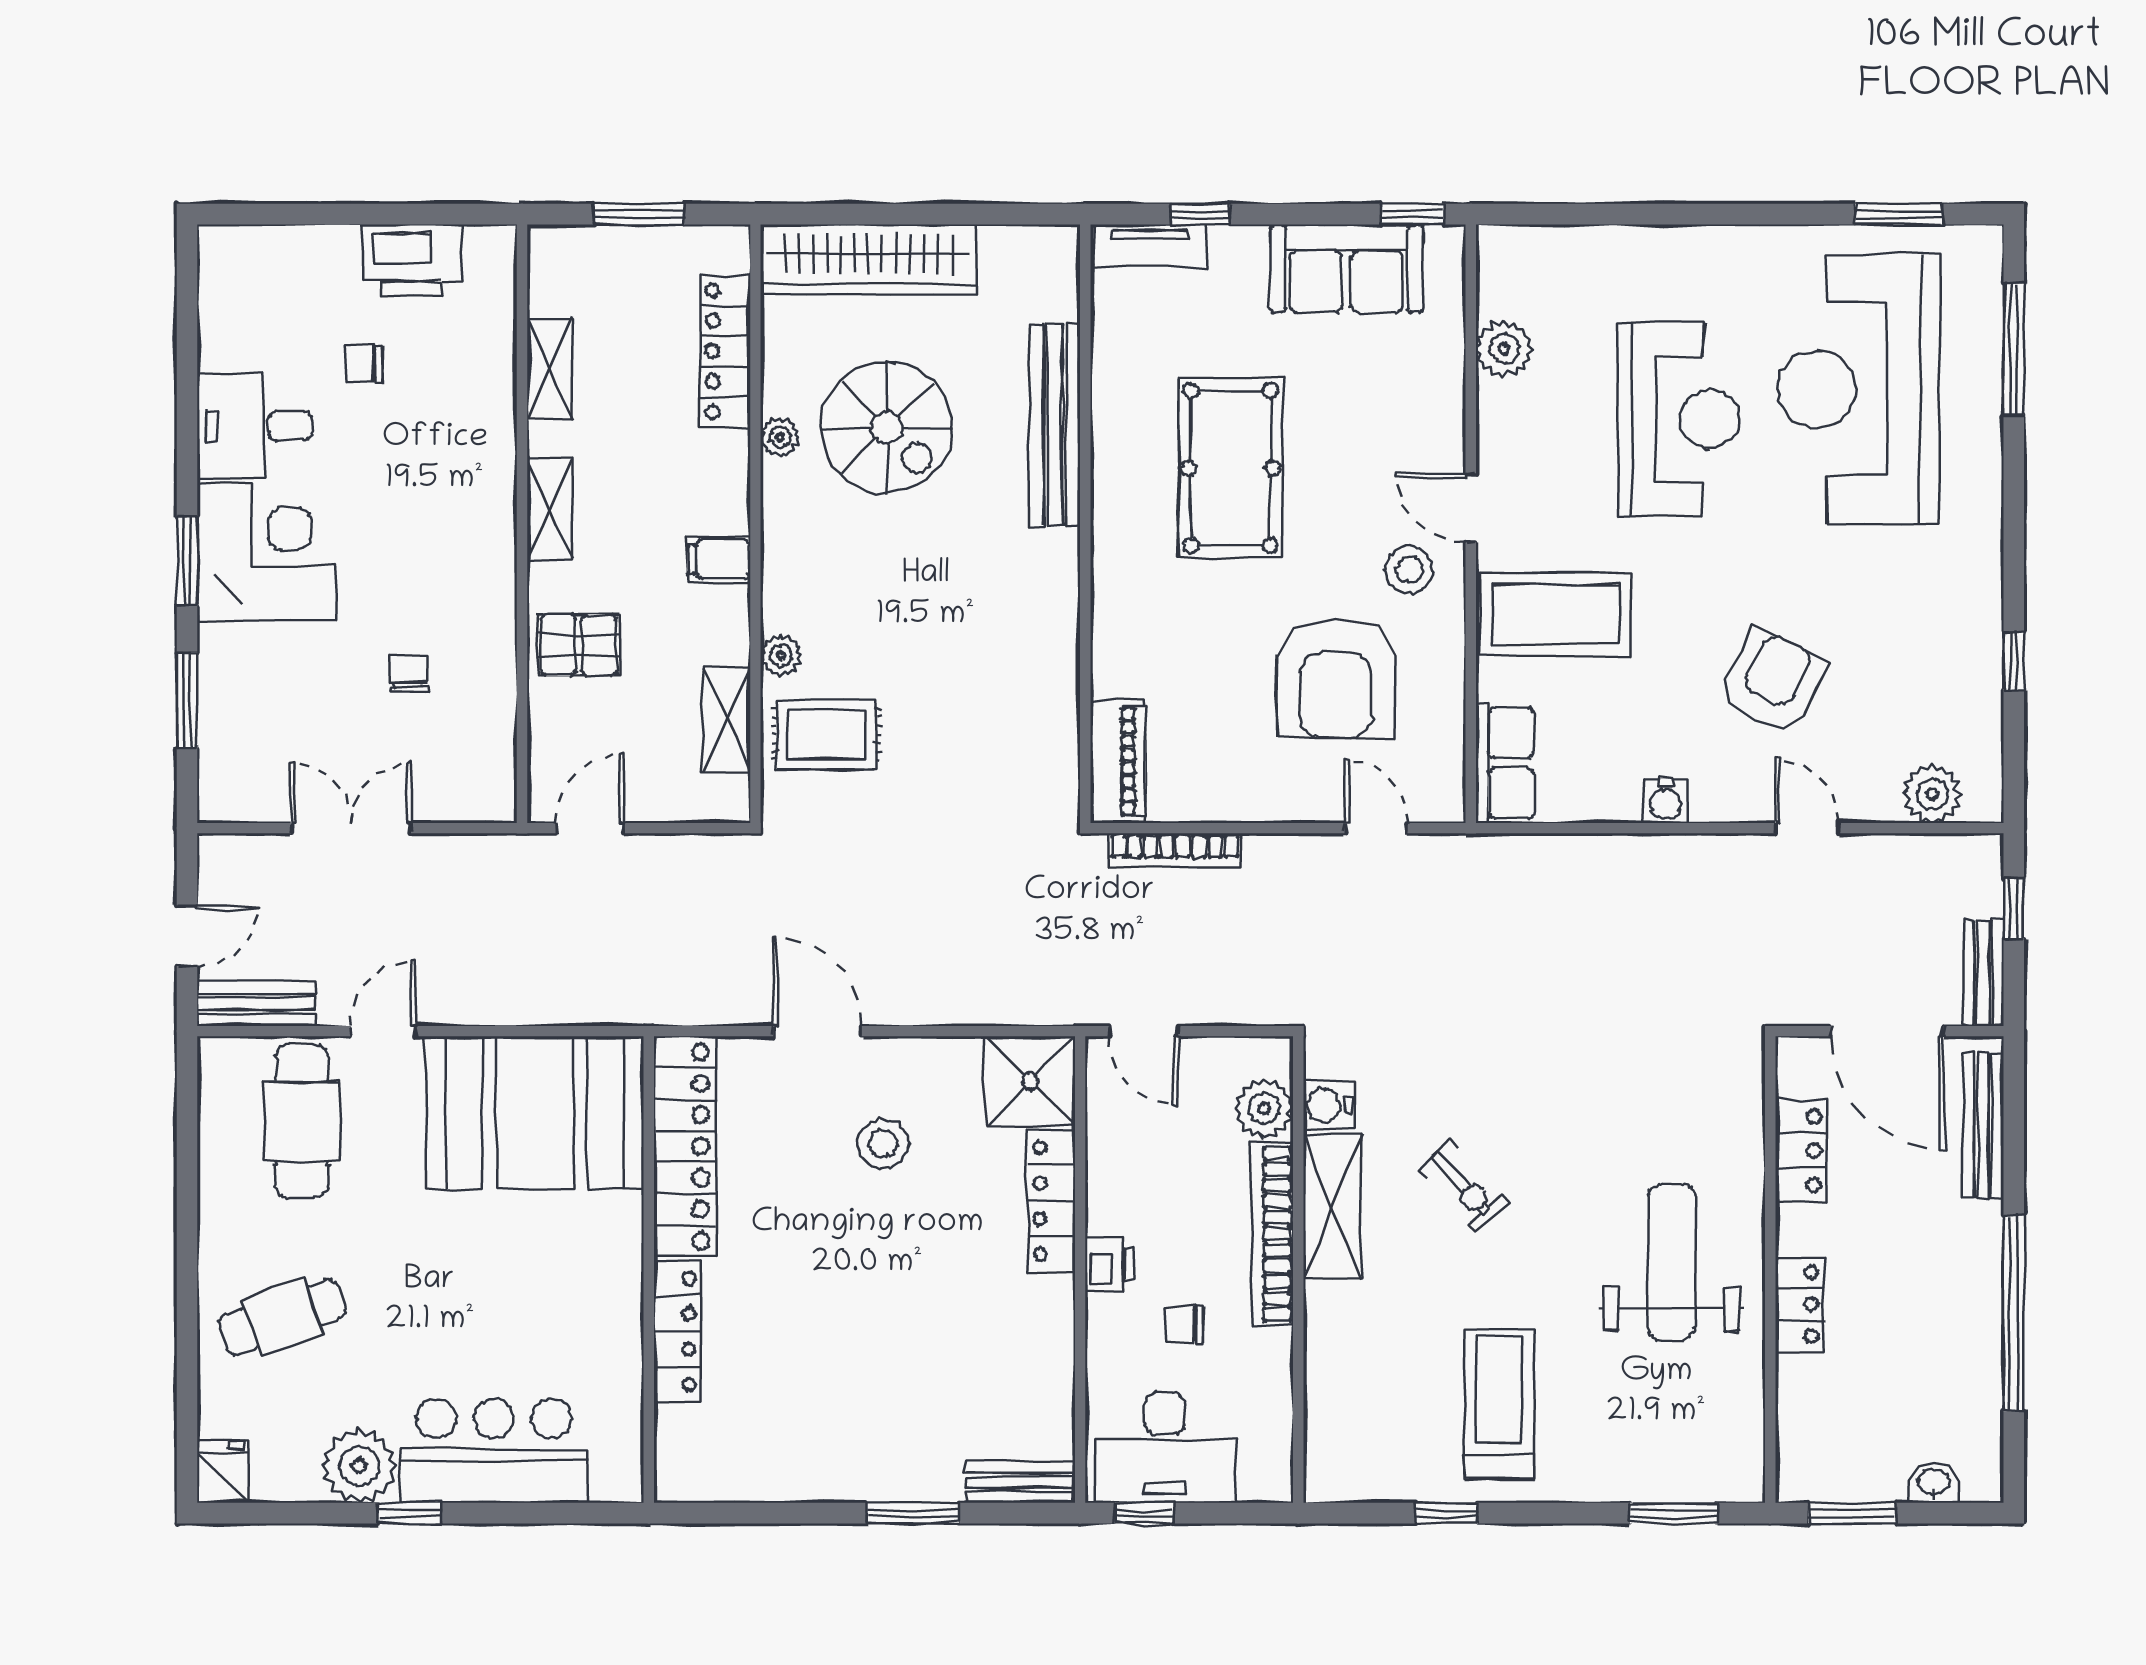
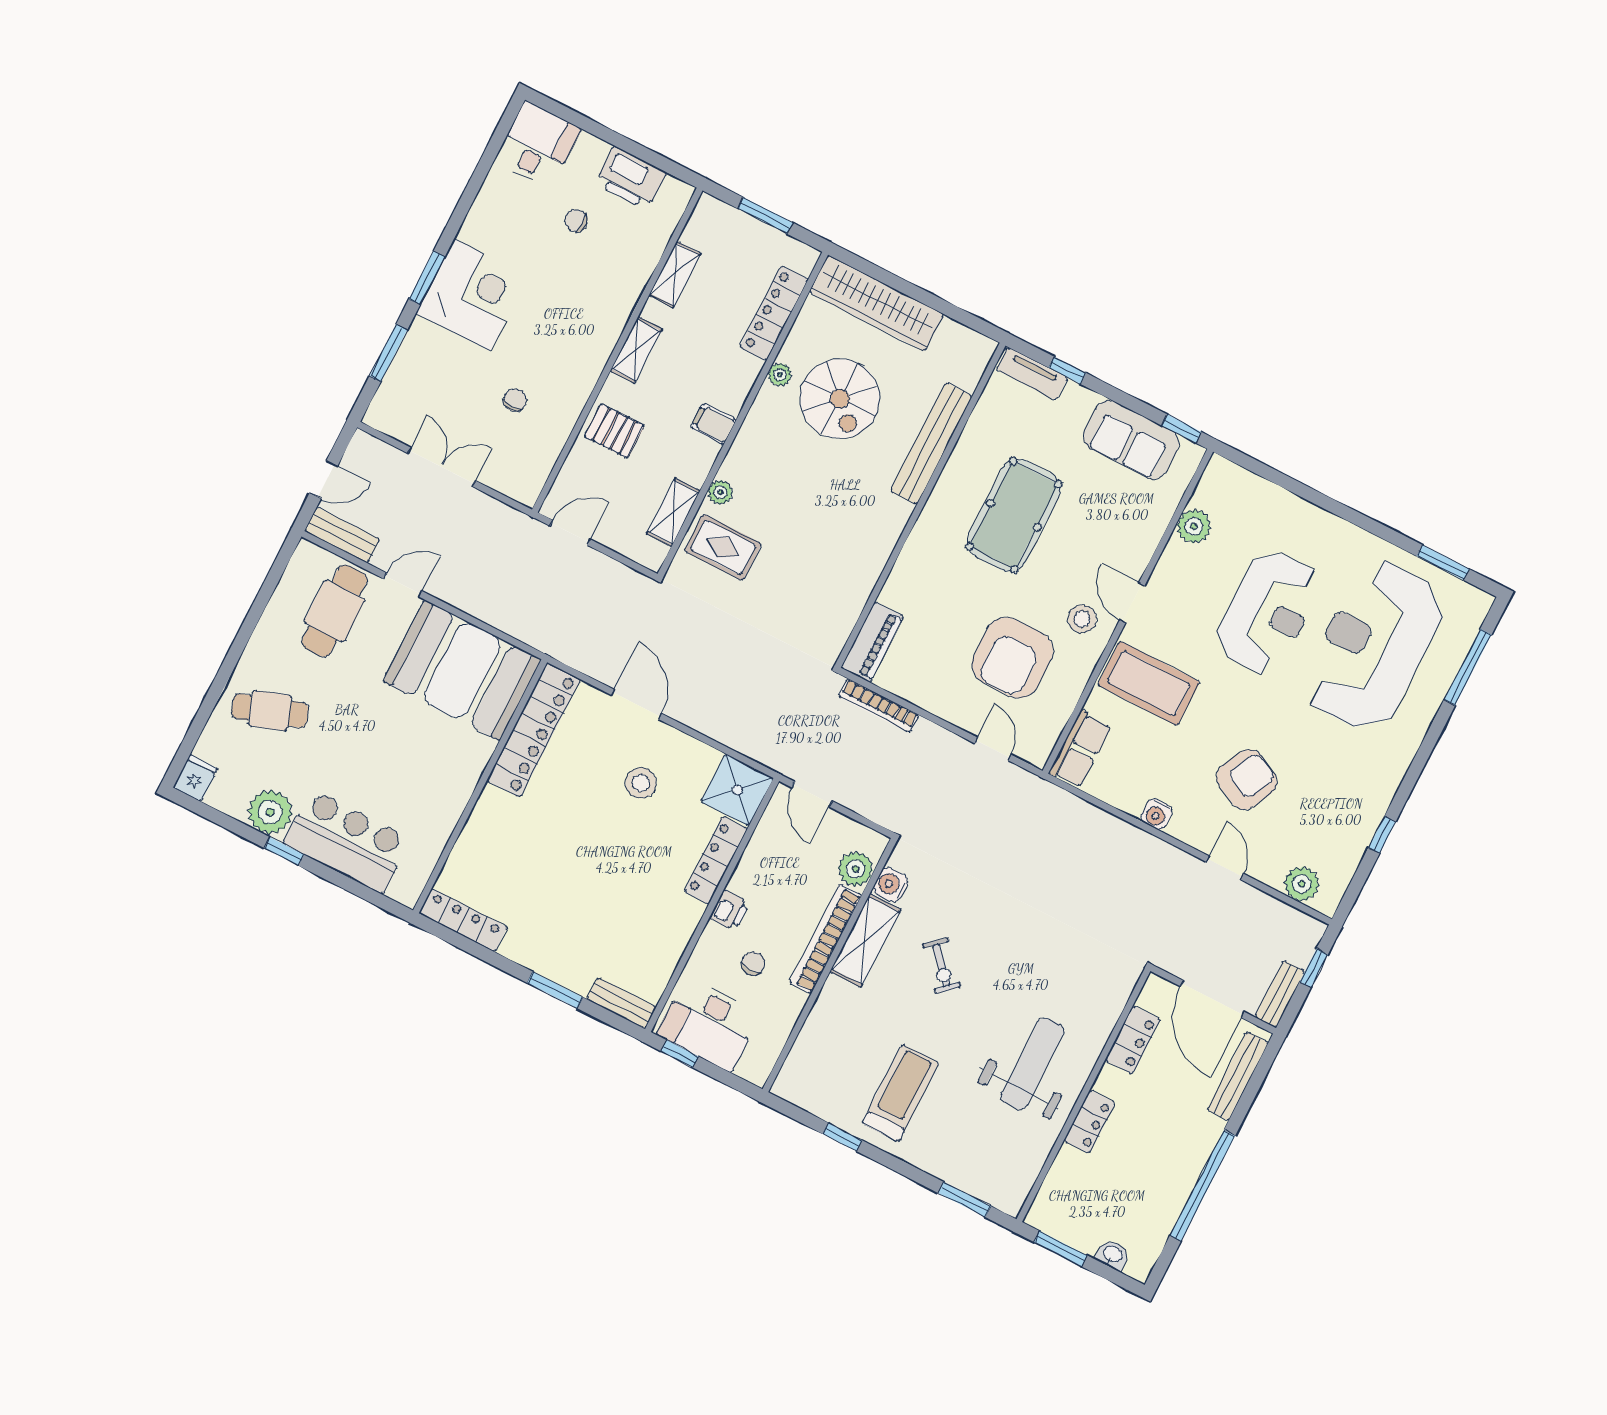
desk: (254, 426) -> (538, 145), moved, turned 90
chair: (1185, 1325) -> (753, 963), turned 90
locker: (677, 1332) -> (463, 920), moved, turned -90

